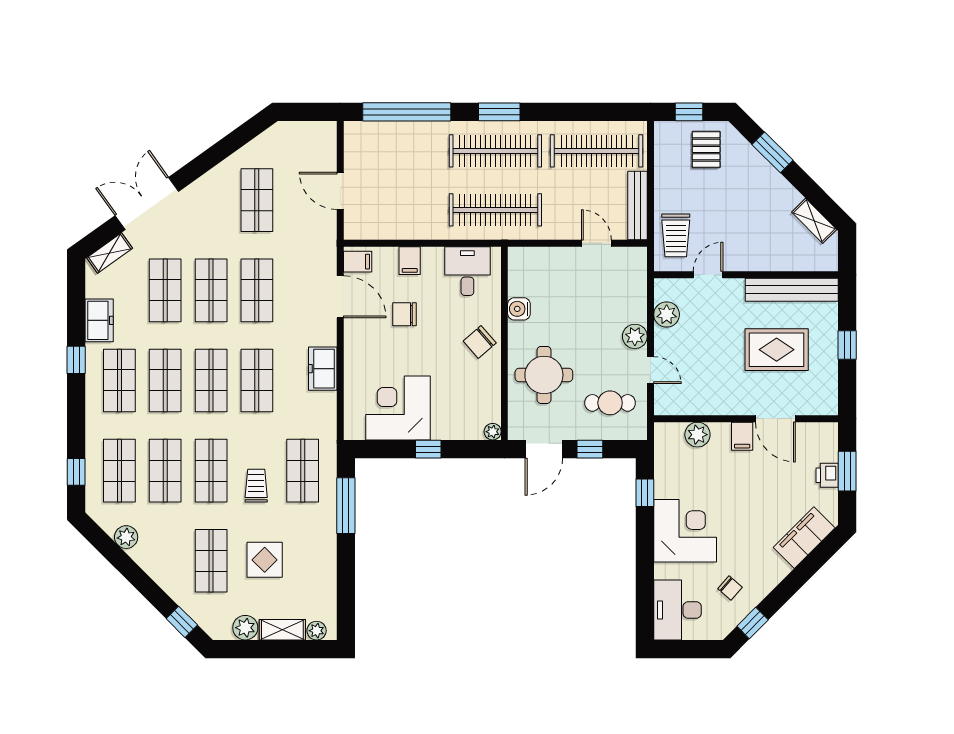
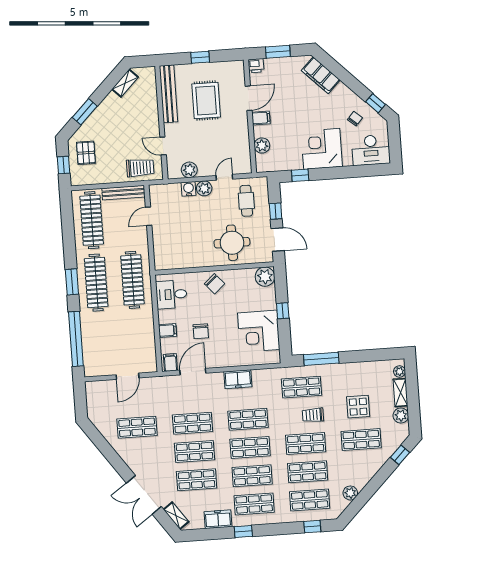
pallet: (706, 149) -> (86, 153), turned 90
water cooler: (519, 309) -> (189, 189), moved, turned 180
plant: (493, 432) -> (265, 277), width x1.88, depth x1.88
printer: (827, 475) -> (256, 66), moved

